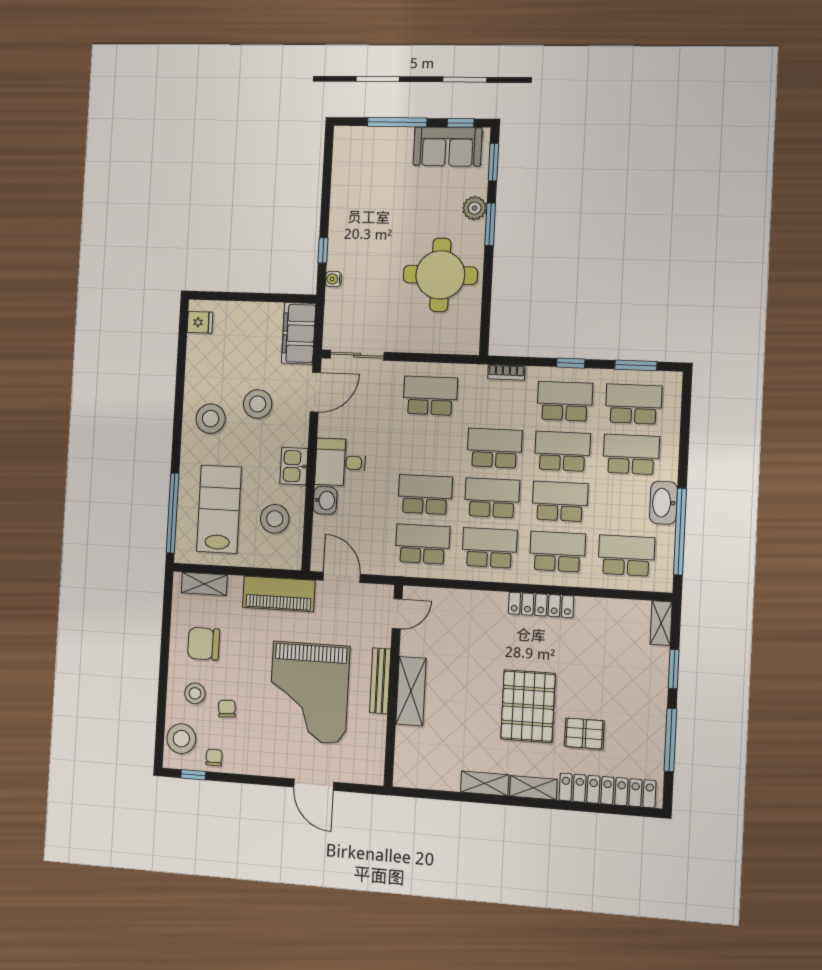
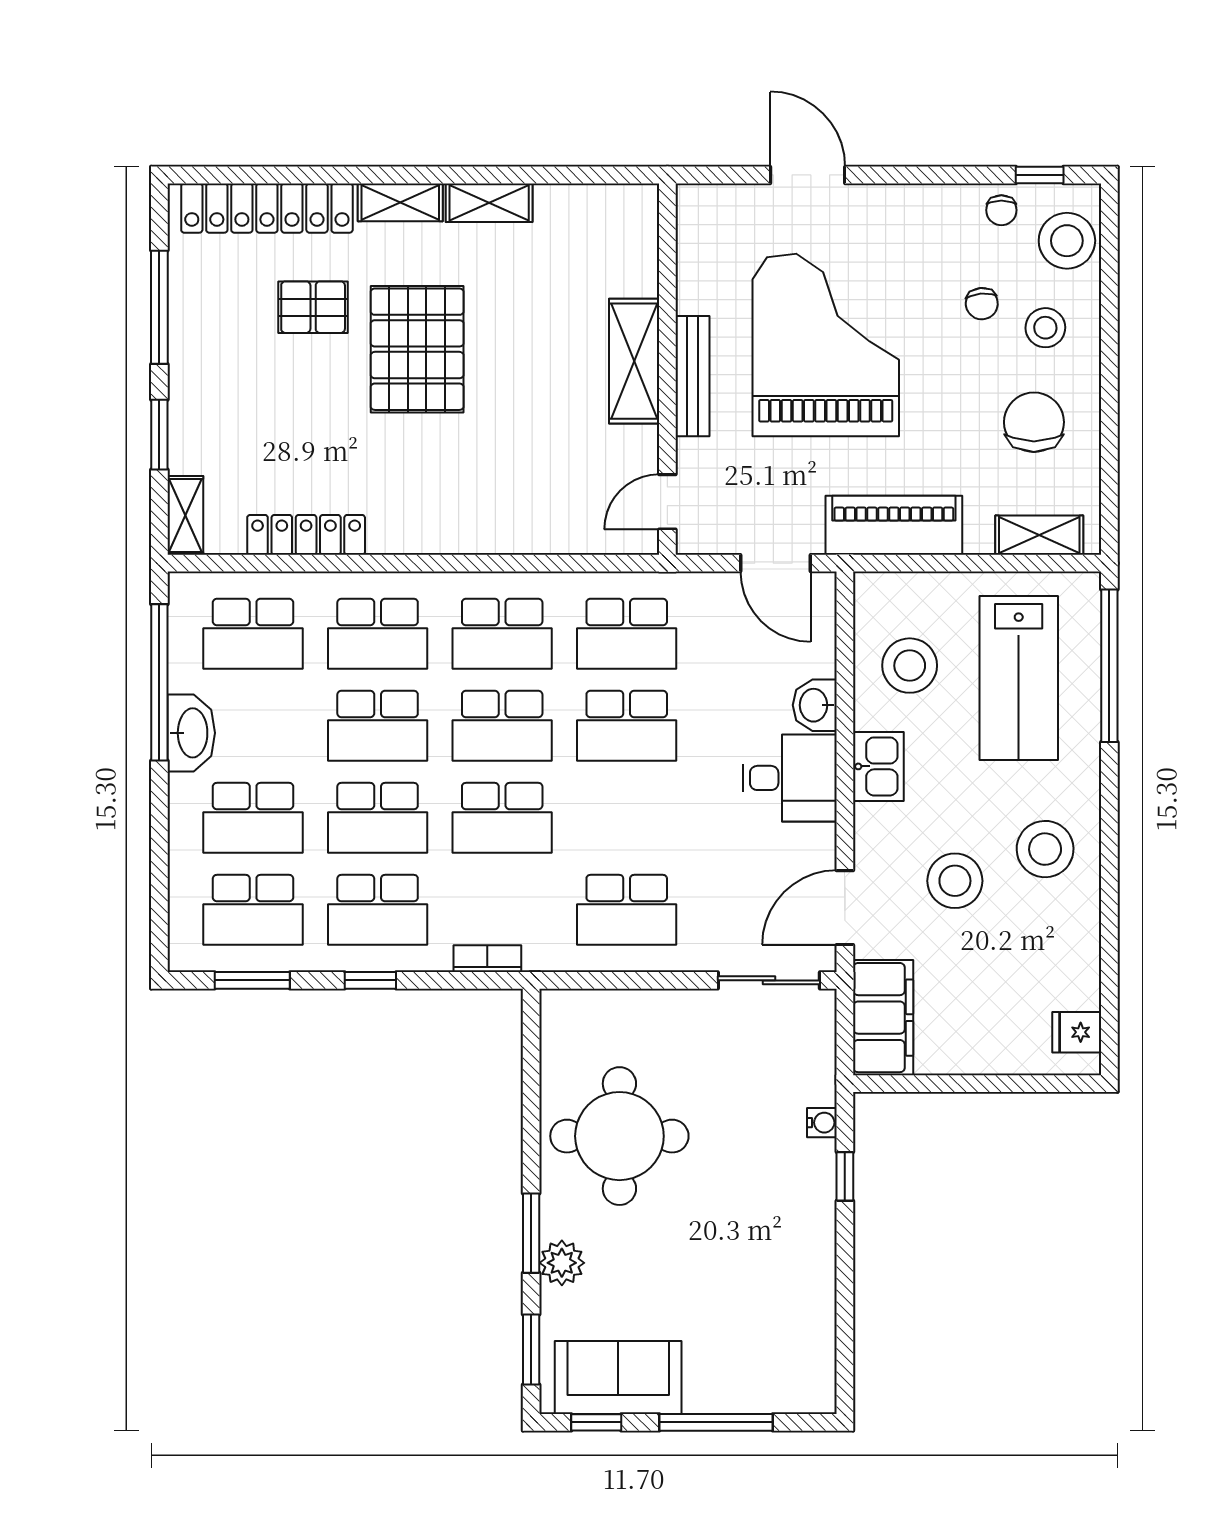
locker: (541, 605) -> (306, 535), moved
chair: (204, 644) -> (1034, 422), turned -90

